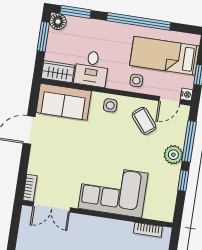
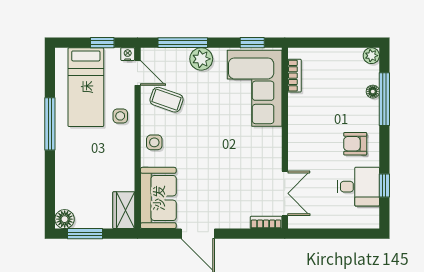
window: (75, 12) -> (50, 200), removed
window: (139, 21) -> (50, 124), width x0.68
desk: (92, 69) -> (114, 171), removed
coffee table: (144, 121) -> (167, 100), turned 58
window: (183, 181) -> (252, 43), moved
corner sofa: (113, 191) -> (255, 88), moved

